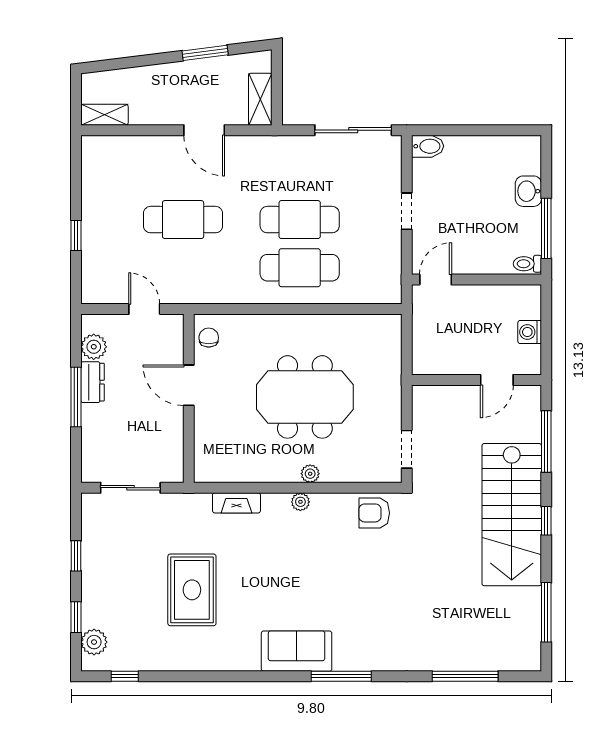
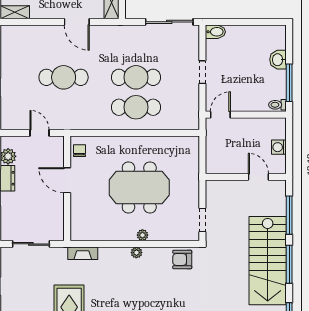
door: (497, 380) -> (258, 177), swing flipped
fireplace: (236, 503) -> (83, 253), moved
window: (546, 521) -> (289, 264), width x2.17

